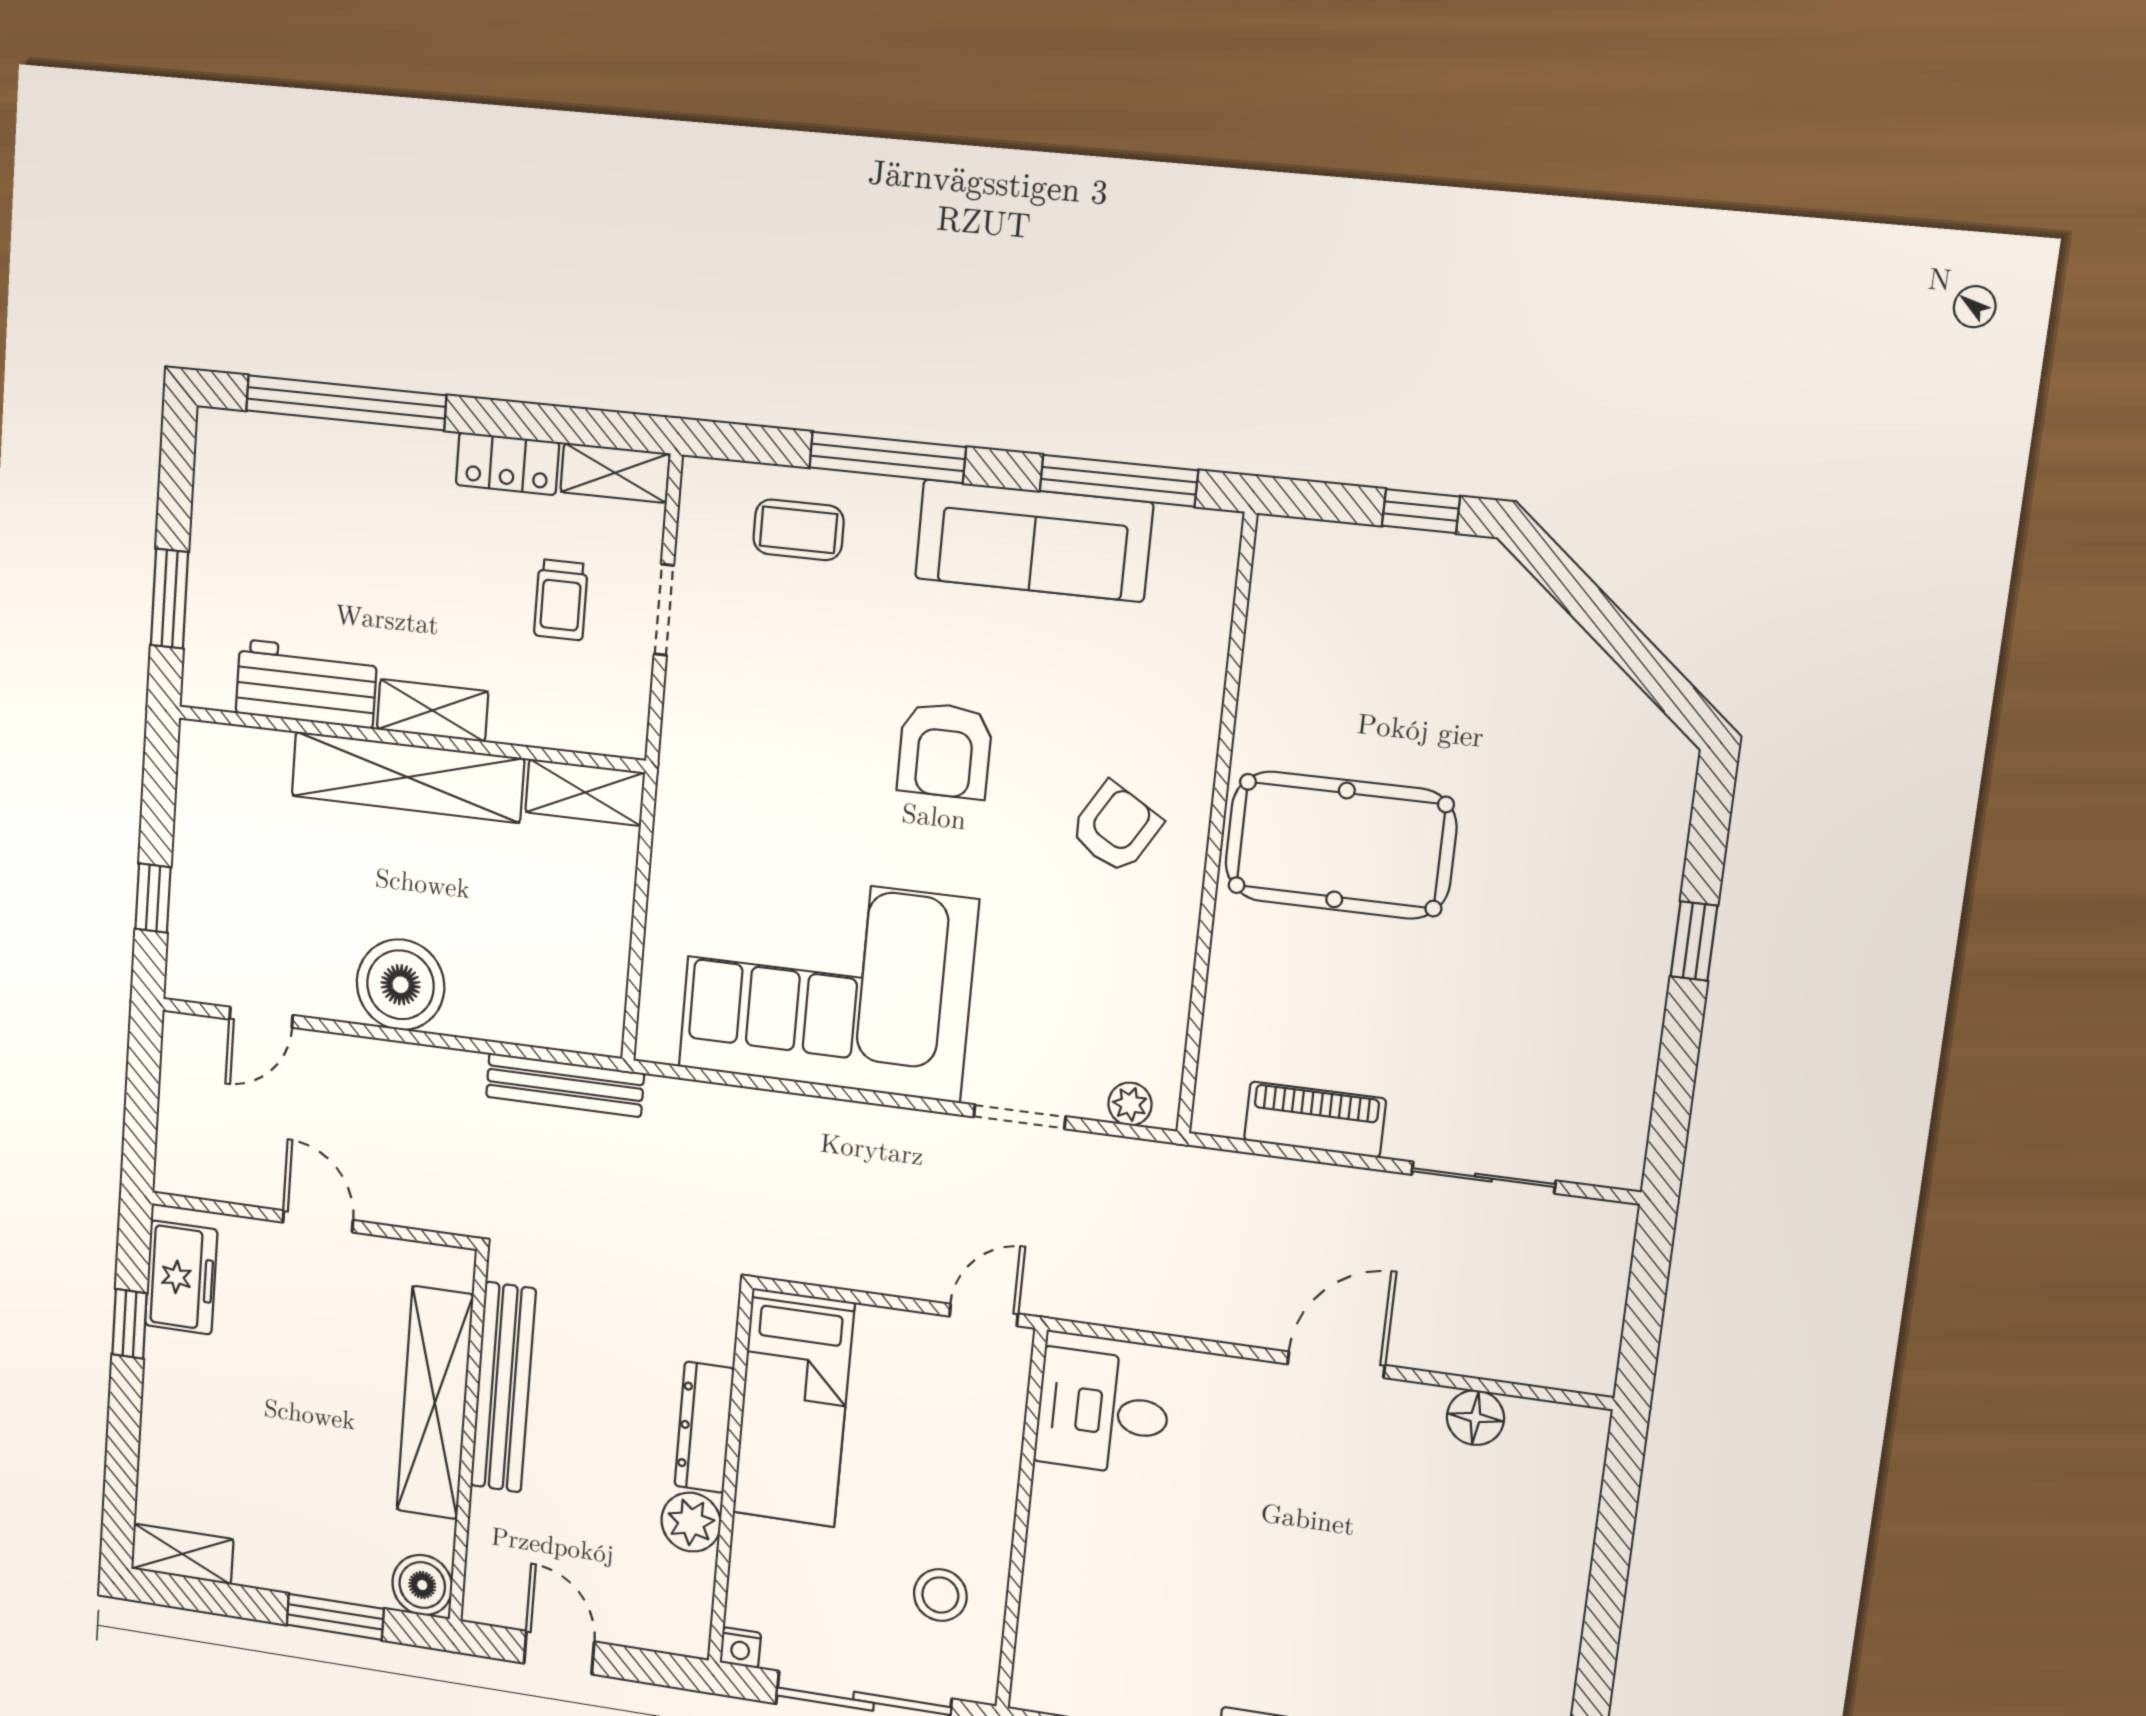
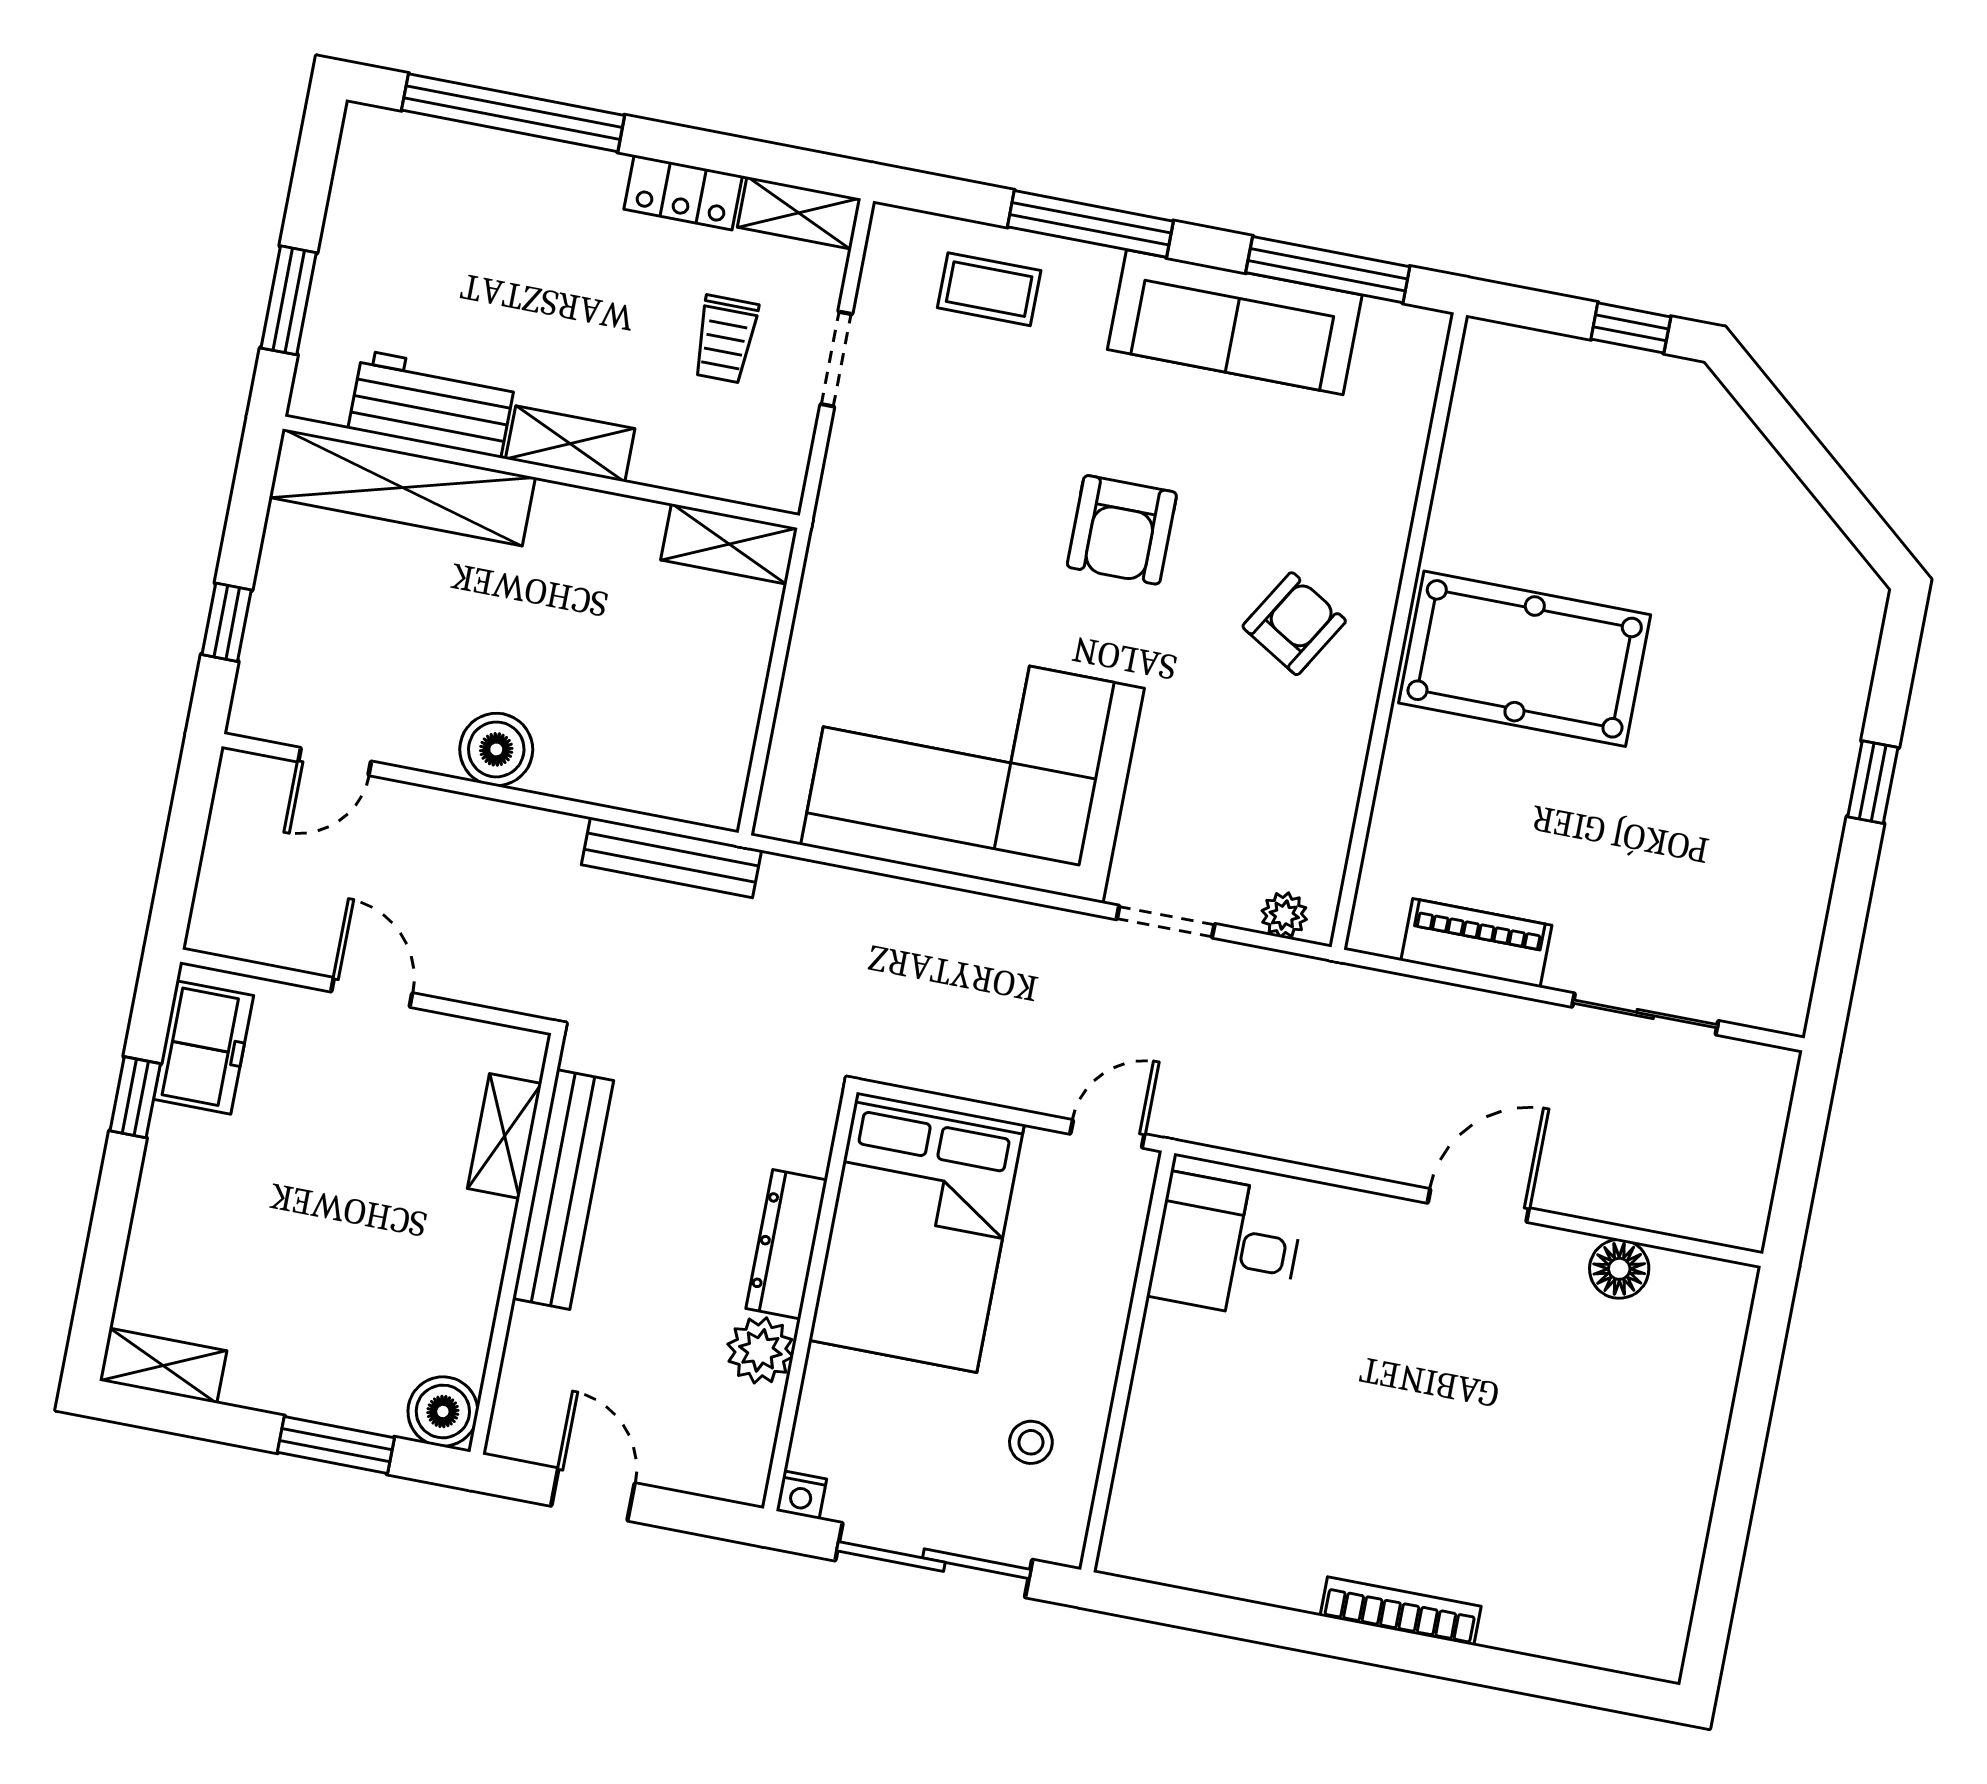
shelving: (407, 777) -> (402, 487), moved
boiler: (401, 985) -> (496, 749), width x0.73, depth x0.73
shelving: (435, 1403) -> (504, 1136), width x0.45, depth x0.75
bed: (794, 1408) -> (917, 1232), width x1.50
stool: (940, 1595) -> (1031, 1442), width x0.73, depth x0.73

